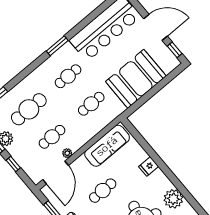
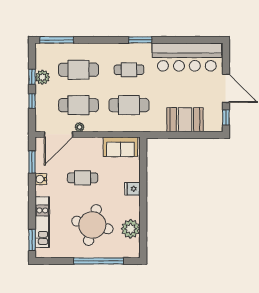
booth: (136, 79) -> (185, 120), width x0.73, depth x0.70
cafe table: (91, 104) -> (129, 105), width x1.37, depth x1.35
cafe table: (52, 137) -> (78, 105), width x1.37, depth x1.35
sofa: (107, 146) -> (120, 147), width x0.73

